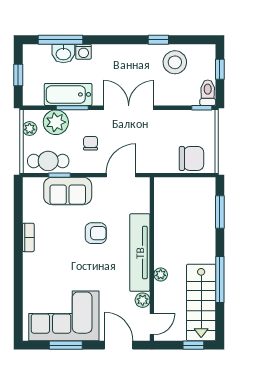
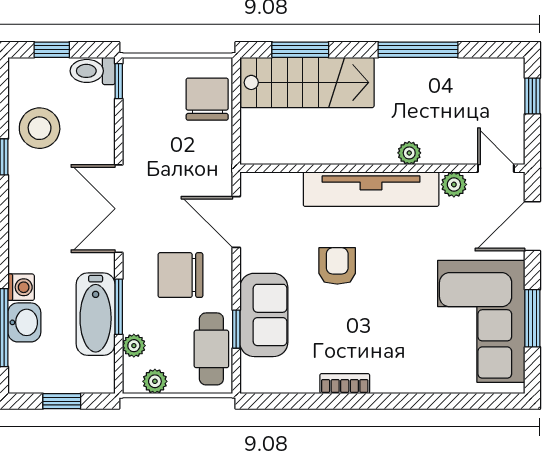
plant: (56, 122) -> (134, 346), width x0.53, depth x0.53
chair: (91, 143) -> (180, 275), width x1.87, depth x1.87
stairs: (201, 302) -> (307, 82), moved

